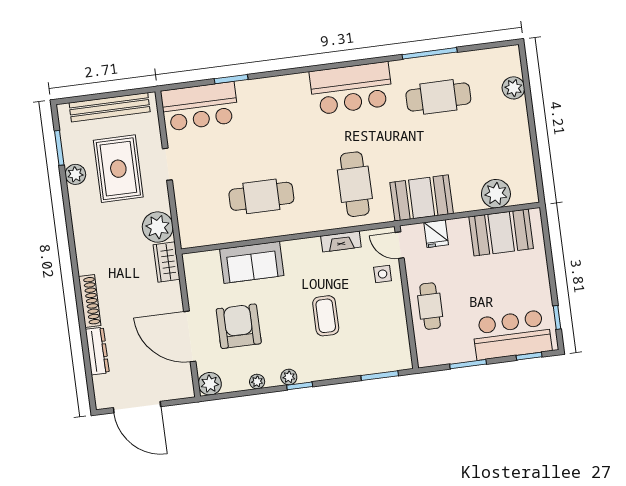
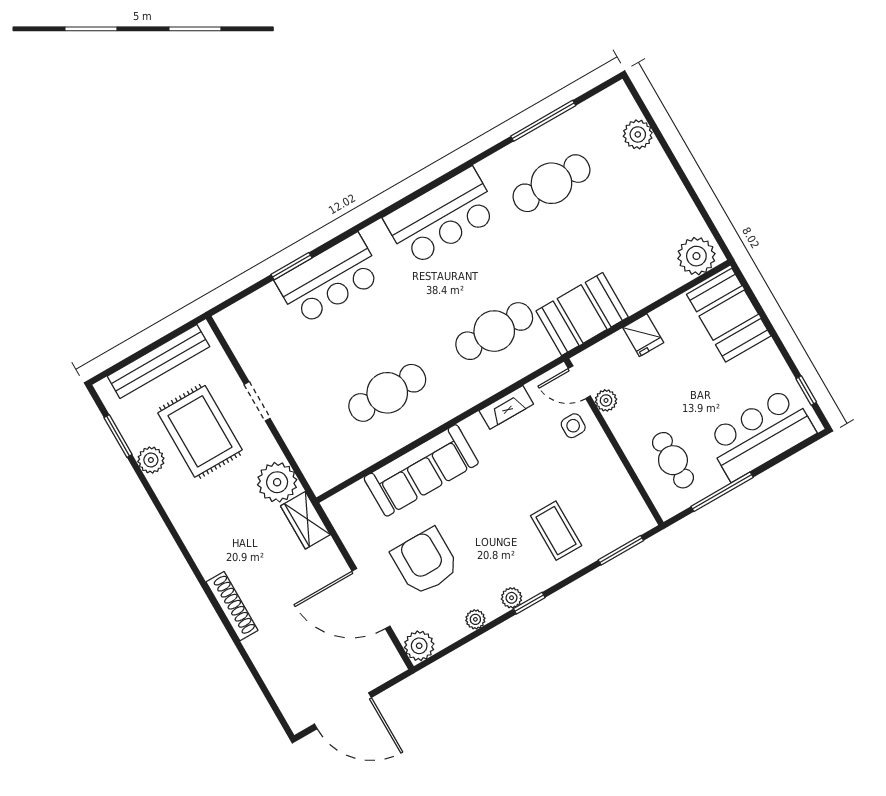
window: (430, 53) -> (543, 121), moved
bar counter: (200, 106) -> (329, 279), moved
cafe table: (355, 184) -> (494, 331), turned 90
plant: (496, 194) -> (696, 256), moved
booth: (501, 233) -> (729, 315), moved, turned 90
fridge: (436, 234) -> (643, 335), moved
sofa: (252, 262) -> (421, 470), width x1.36
plant: (413, 266) -> (606, 400), added
cafe table: (430, 306) -> (673, 460), moved
coffee table: (326, 316) -> (556, 531), moved
dresser: (97, 351) -> (266, 663), removed
window: (529, 356) -> (792, 451), removed
window: (468, 364) -> (722, 492), width x1.44

